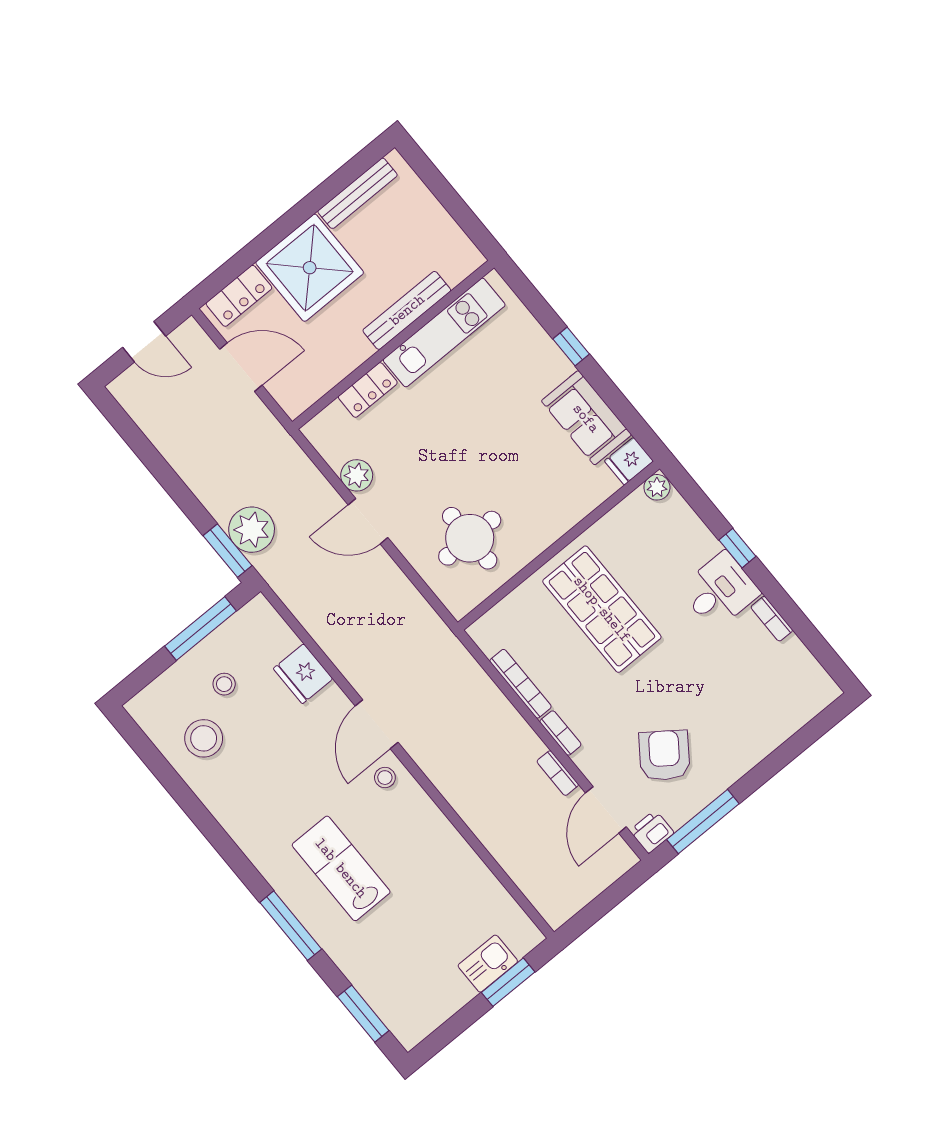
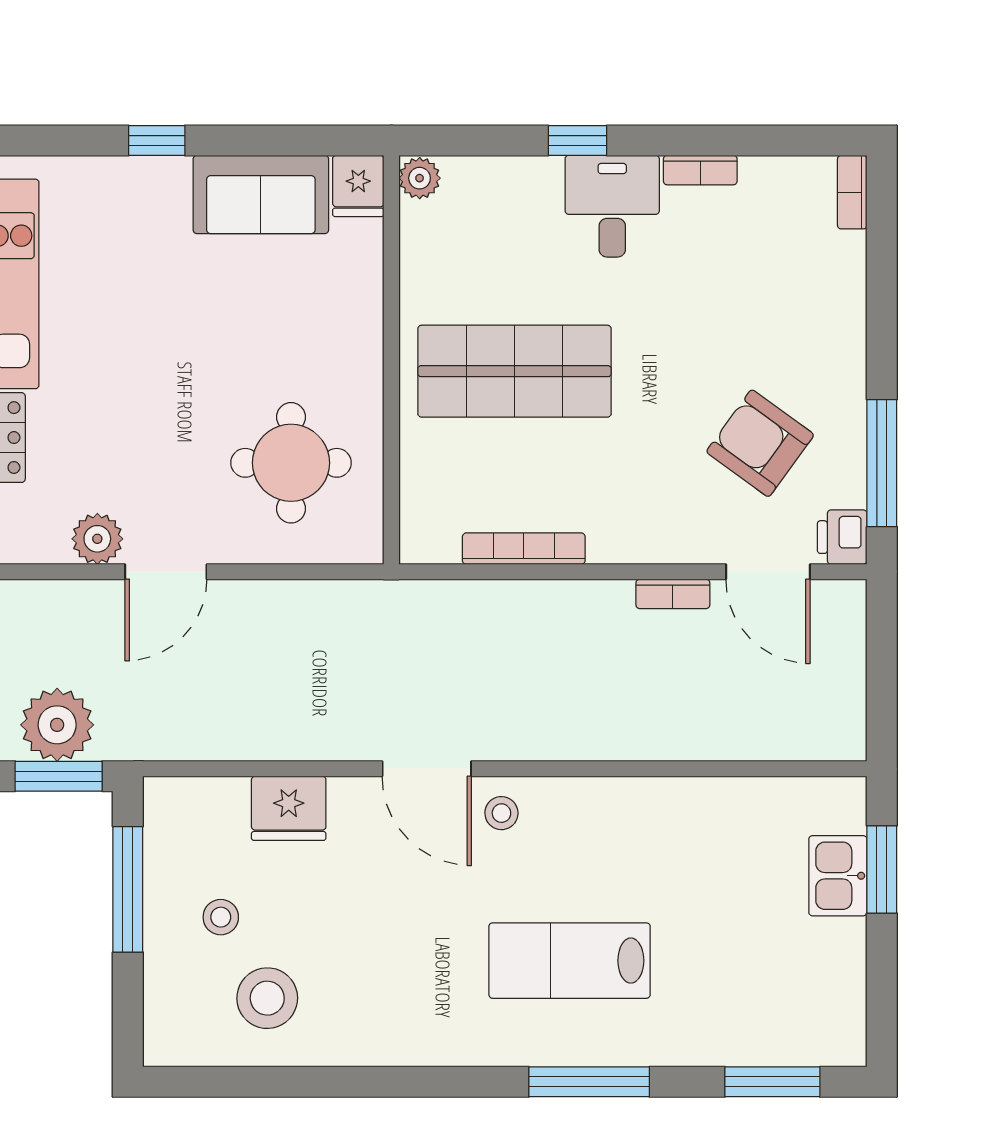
bookcase: (560, 733) -> (852, 192), moved, turned -90

